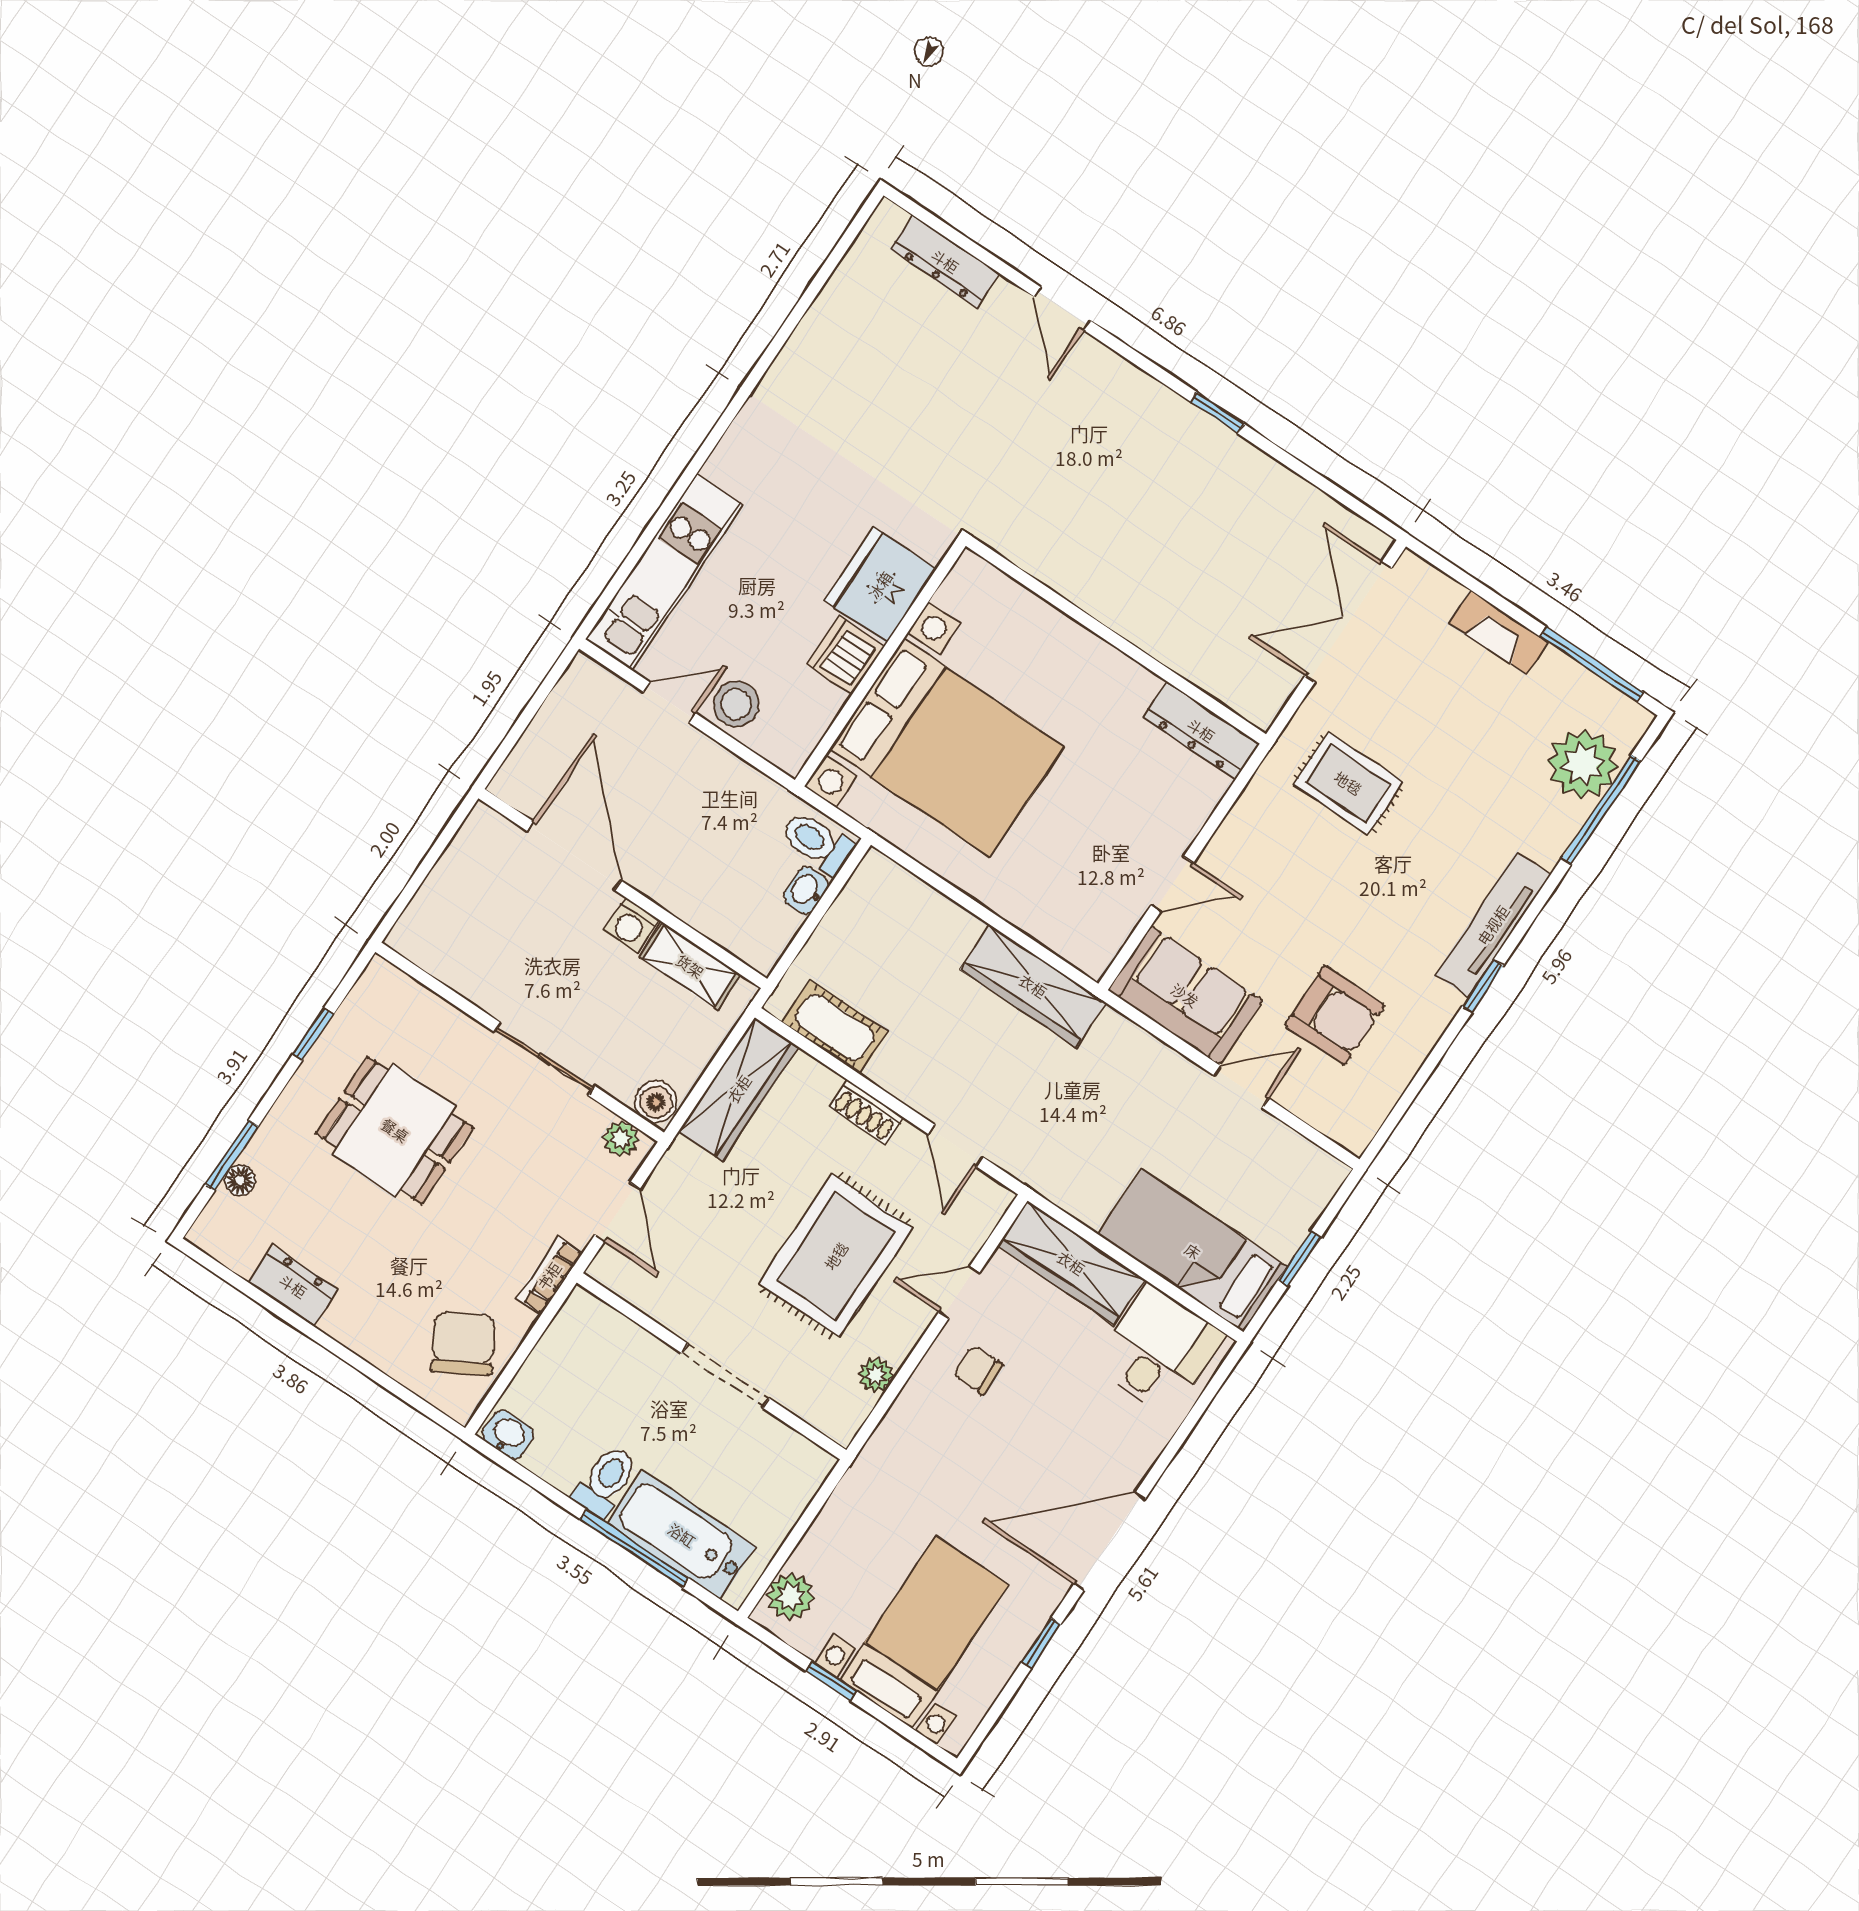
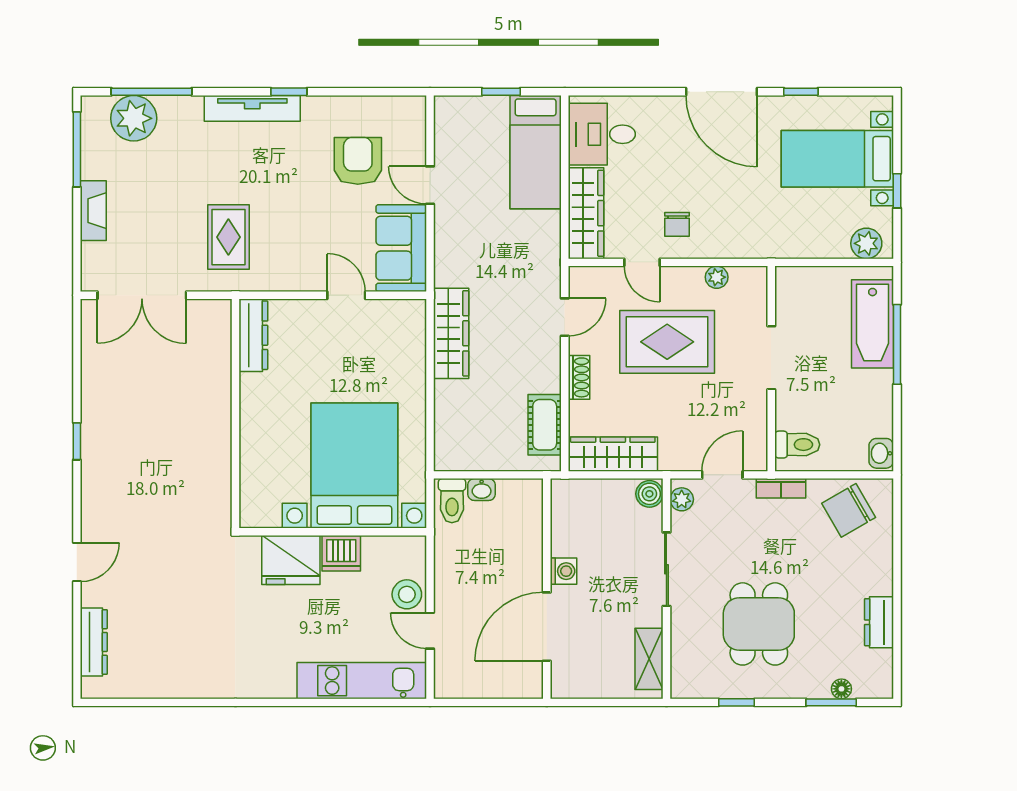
shelving: (690, 966) -> (649, 659), moved
toilet: (606, 1481) -> (797, 445), moved, turned 180

